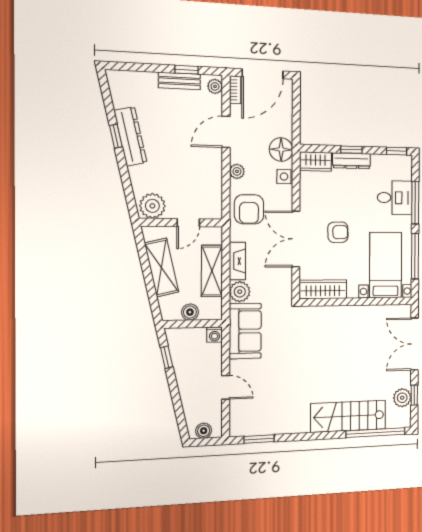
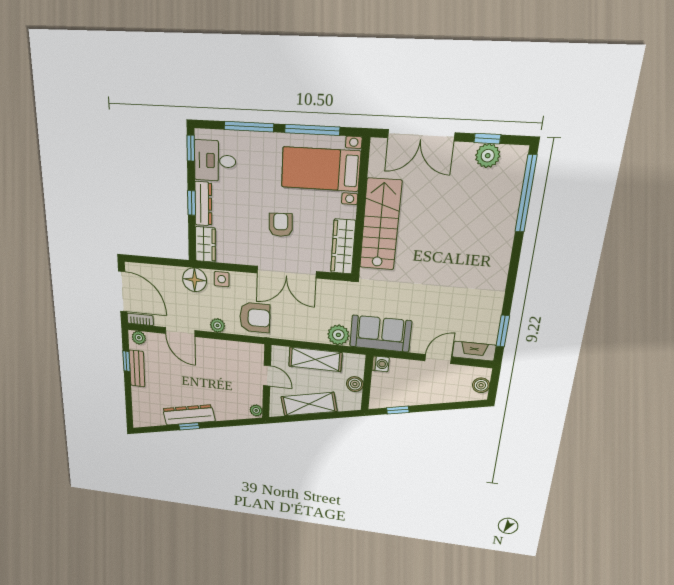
desk: (395, 198) -> (215, 161), moved, turned -90
plant: (152, 206) -> (256, 410), width x0.53, depth x0.53
fireplace: (237, 261) -> (474, 351), moved
stairs: (348, 416) -> (380, 225), moved, turned 180

